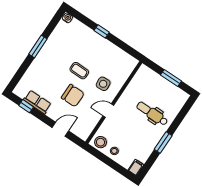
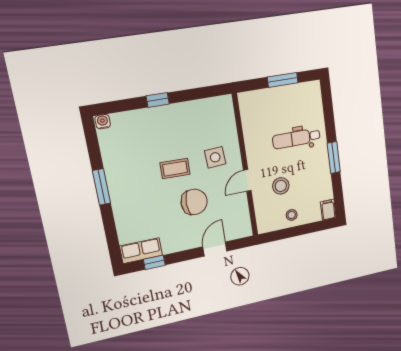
row of seats: (37, 102) -> (141, 251), moved
stool: (101, 142) -> (281, 186), moved

